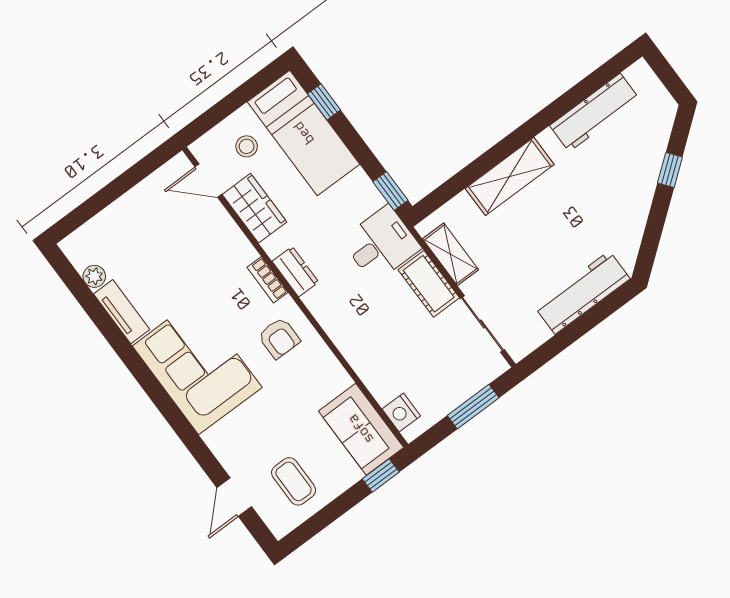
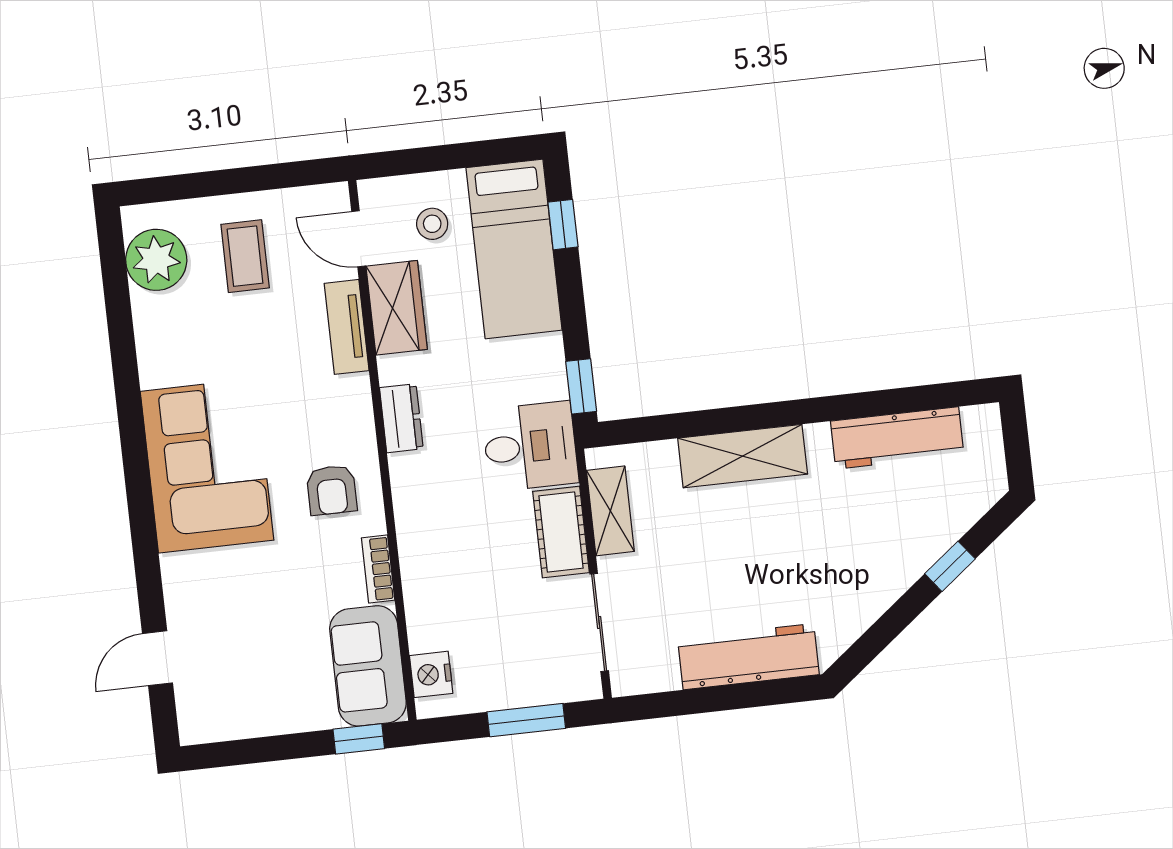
plant: (94, 276) -> (156, 260), width x1.87, depth x1.87
bookcase: (268, 280) -> (378, 569), moved
tv unit: (122, 312) -> (347, 327), moved, turned 180
coffee table: (294, 481) -> (245, 256), moved

